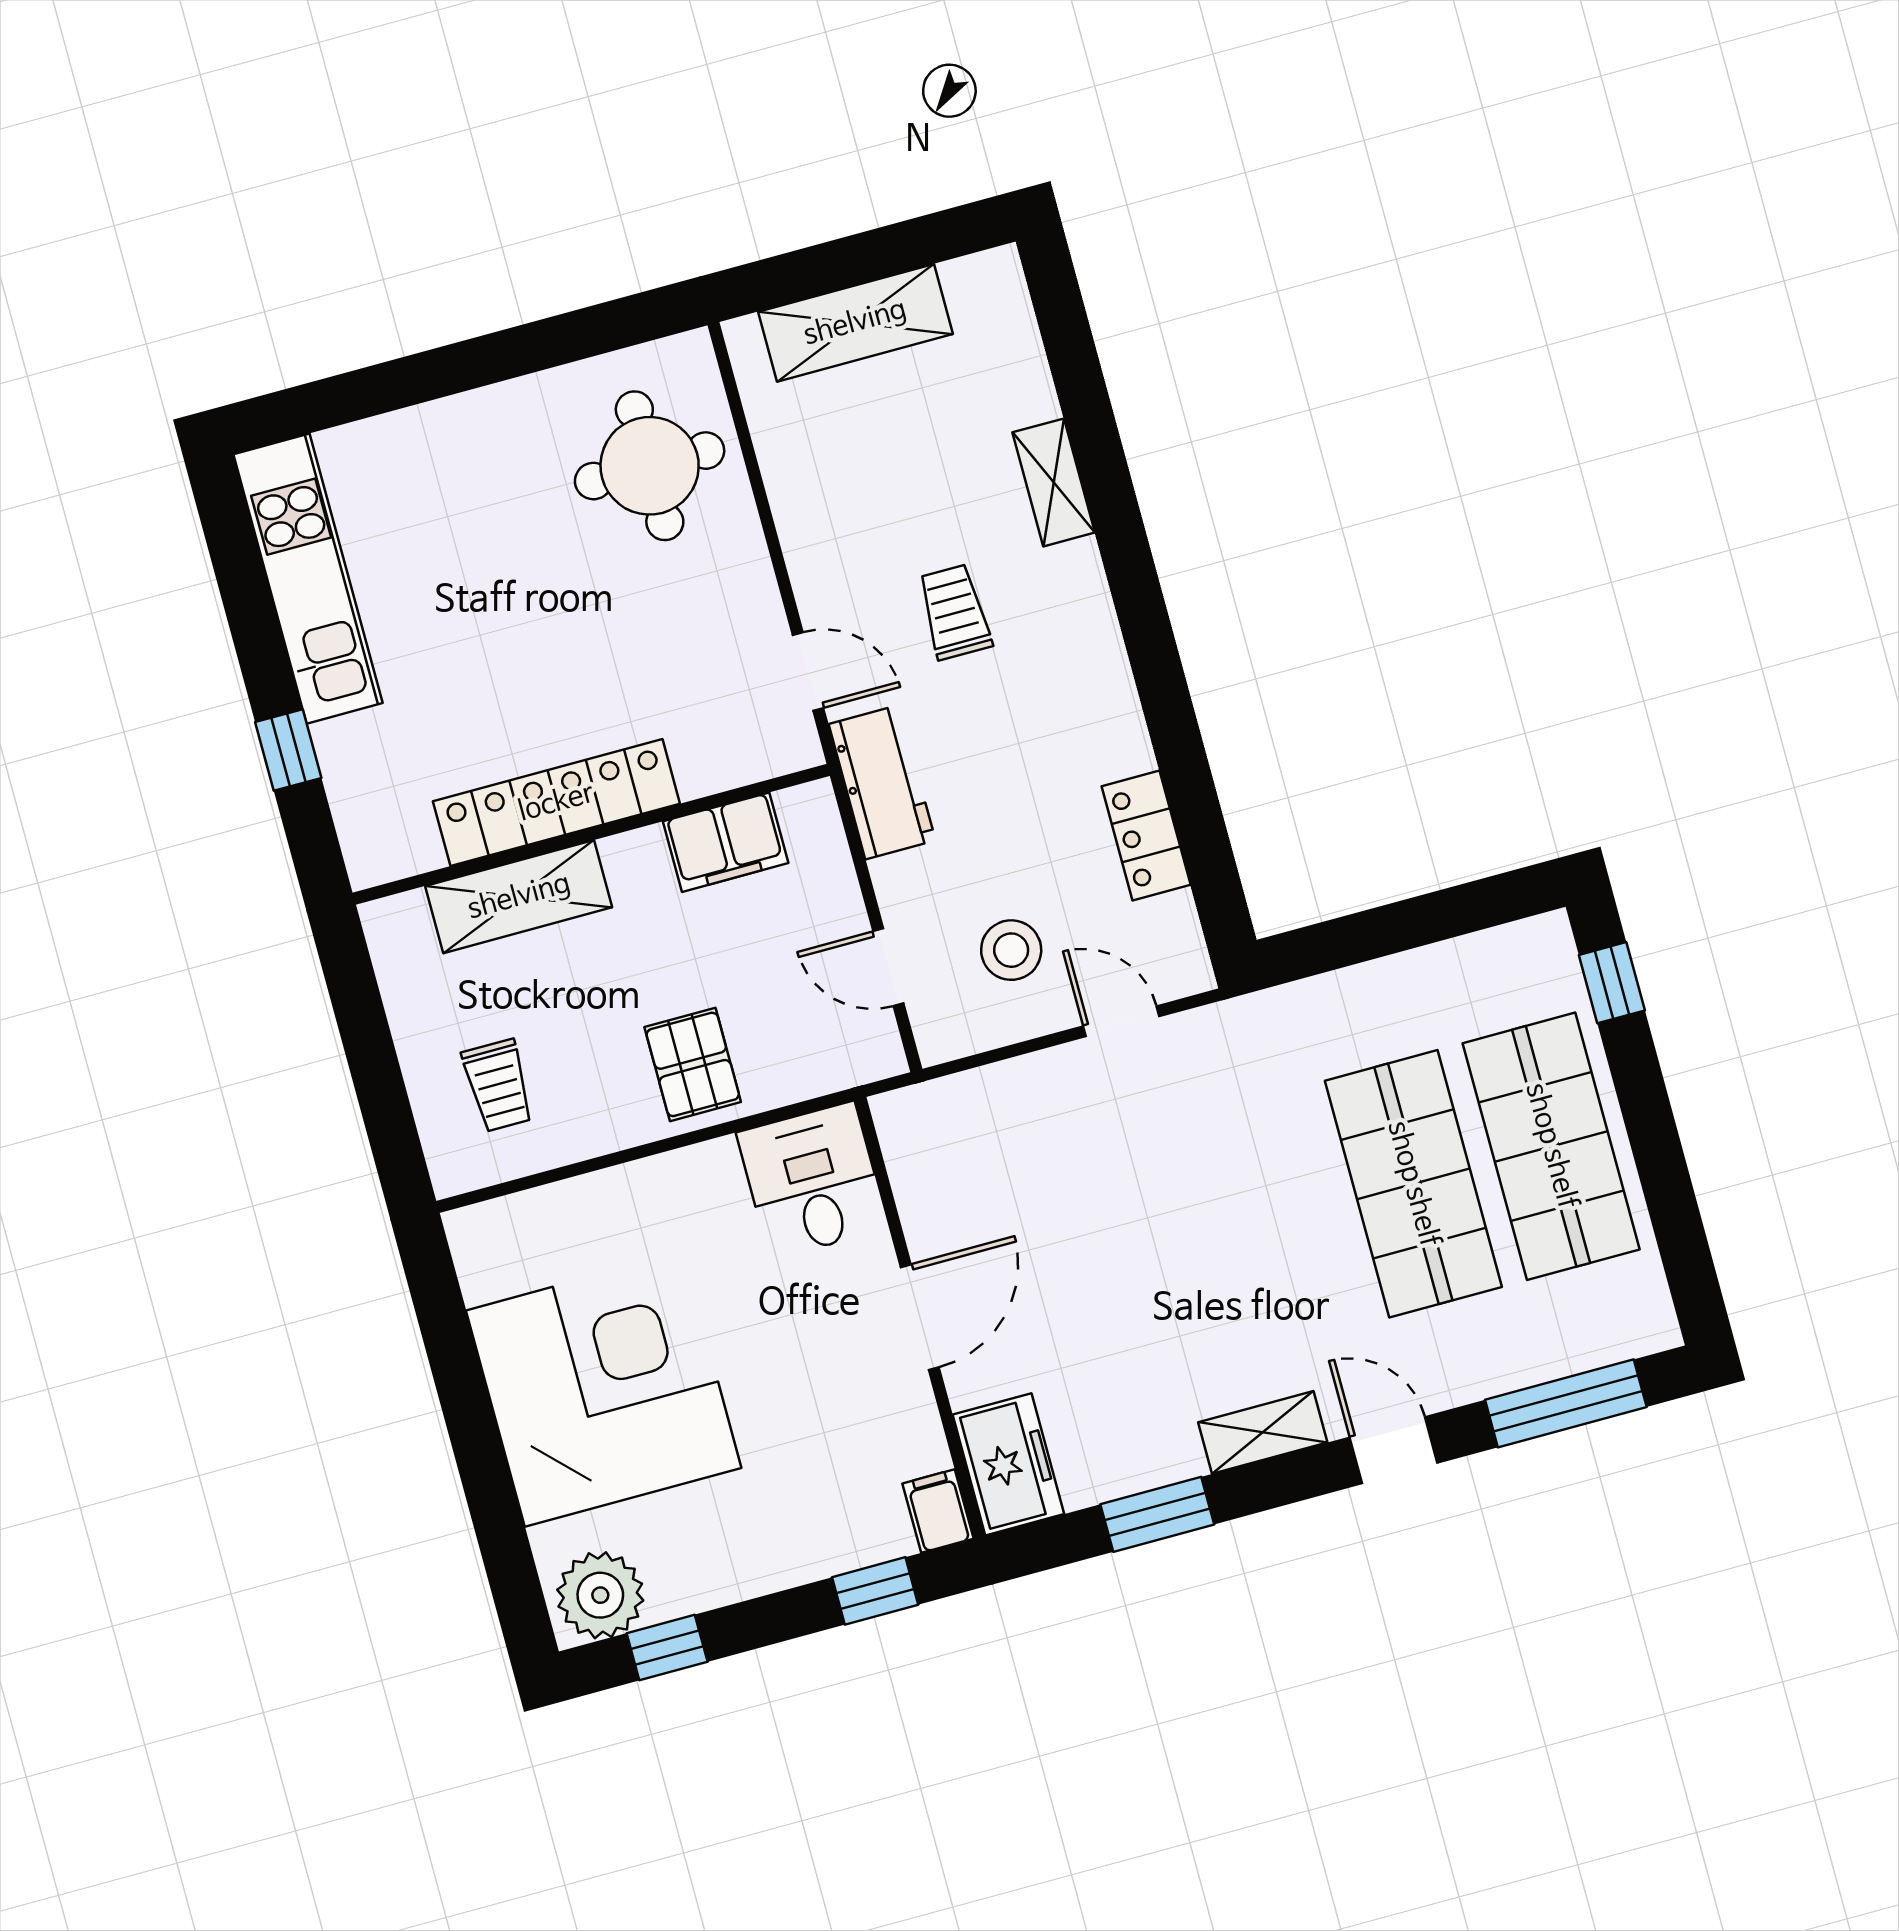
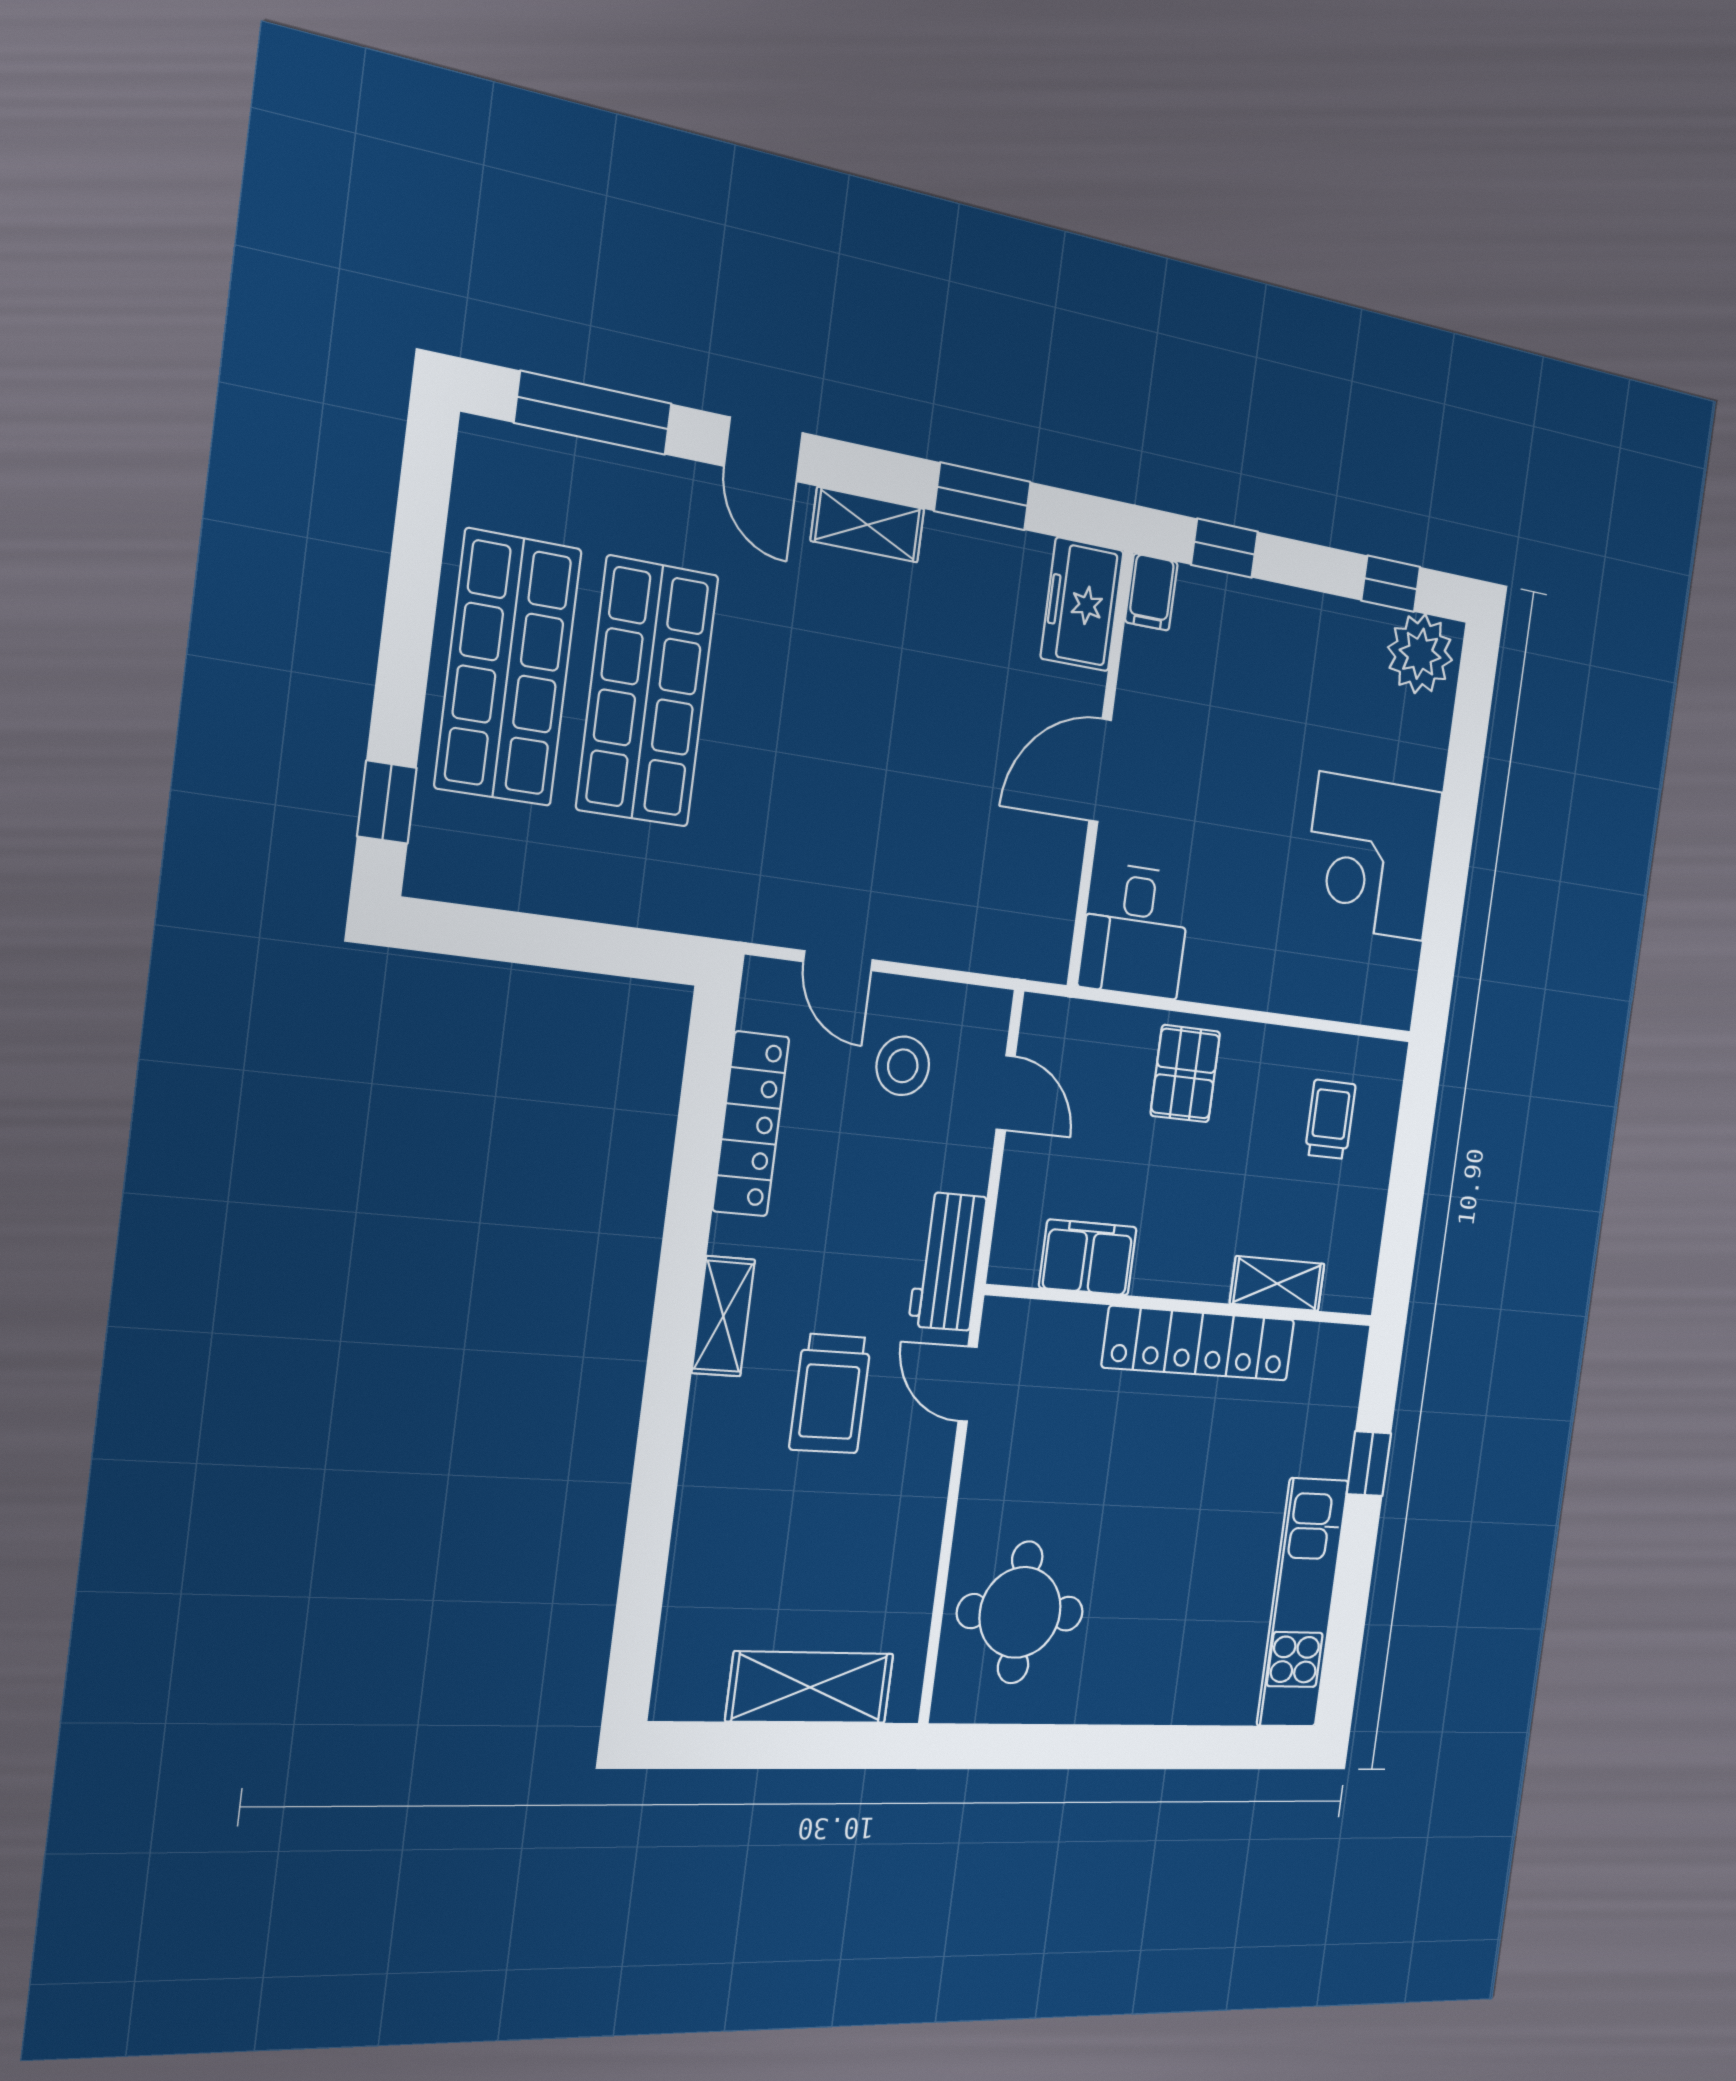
shelving: (1054, 482) -> (723, 1316), moved
trolley: (955, 612) -> (830, 1394), width x1.36, depth x1.39
locker: (1146, 835) -> (751, 1124), width x1.53
shelving: (519, 897) -> (1277, 1284), width x0.67, depth x0.75
corner desk: (604, 1389) -> (1371, 857), width x0.74, depth x0.74

